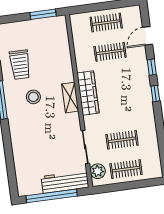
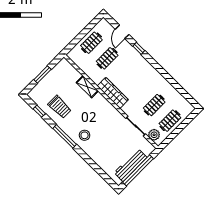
window: (43, 14) -> (42, 74), moved
window: (155, 93) -> (153, 62), removed
stool: (33, 97) -> (85, 135), moved
shelving: (70, 98) -> (87, 87), moved
workbench: (65, 182) -> (131, 165), moved

